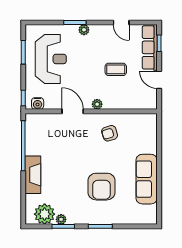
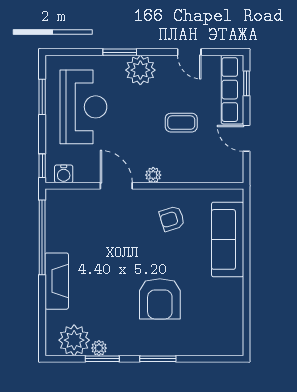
plant: (84, 30) -> (140, 70), width x1.88, depth x1.88
sofa: (147, 179) -> (228, 239), moved

